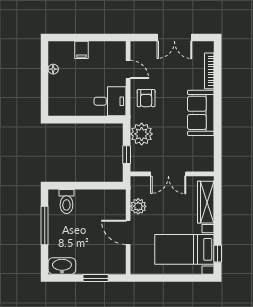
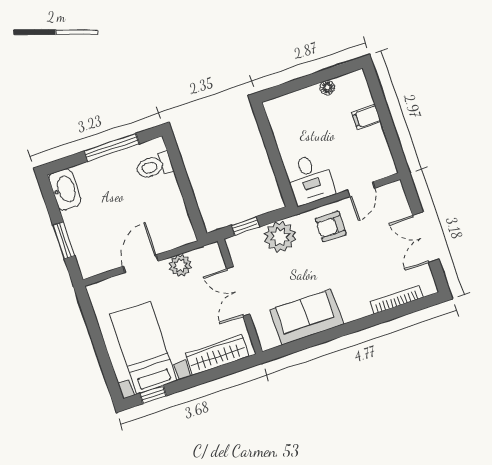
sofa: (201, 113) -> (307, 317), moved

